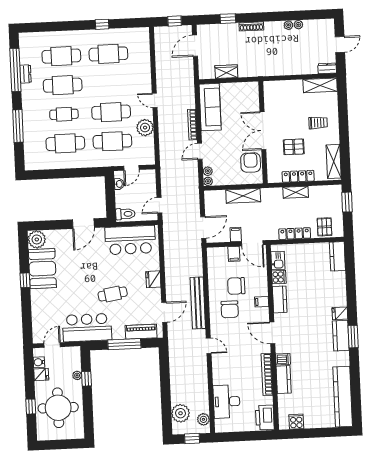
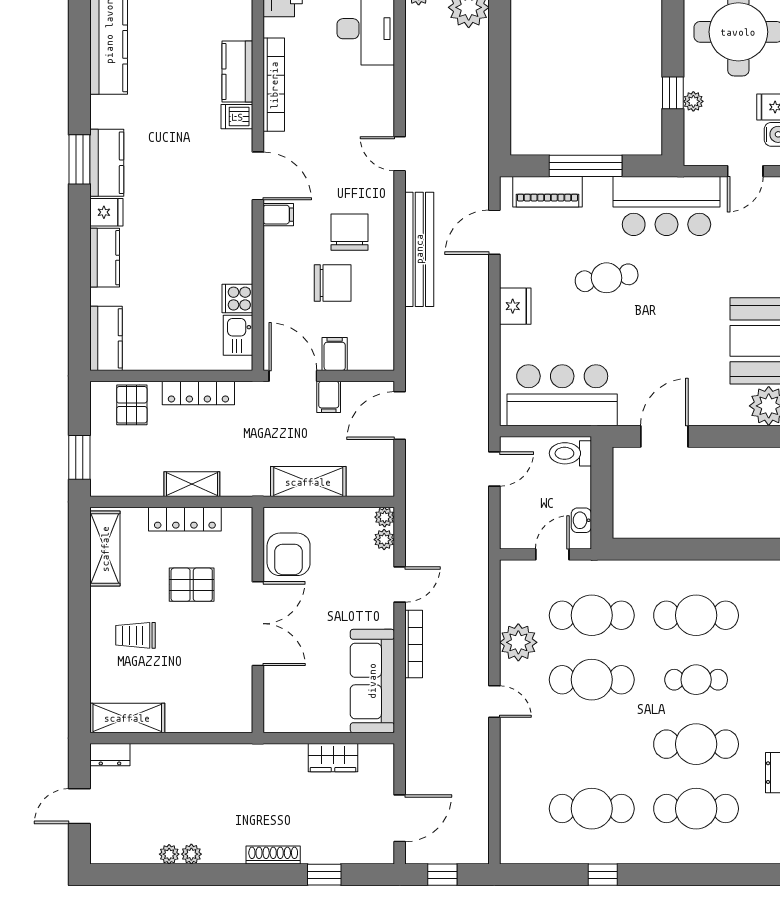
kitchen counter: (280, 299) -> (105, 258), moved, turned 180
filing cabinet: (262, 302) -> (278, 215), moved

